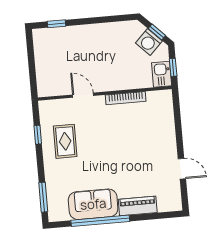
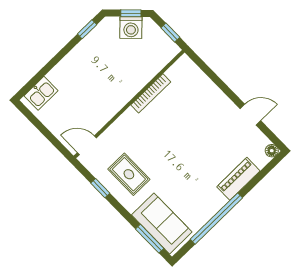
window: (57, 24) -> (87, 29), moved
kitchen sink: (162, 74) -> (41, 93), moved, turned -90
door: (83, 95) -> (87, 145), moved
sofa: (93, 204) -> (162, 223), moved, turned 90
floor lamp: (176, 205) -> (272, 151), added

